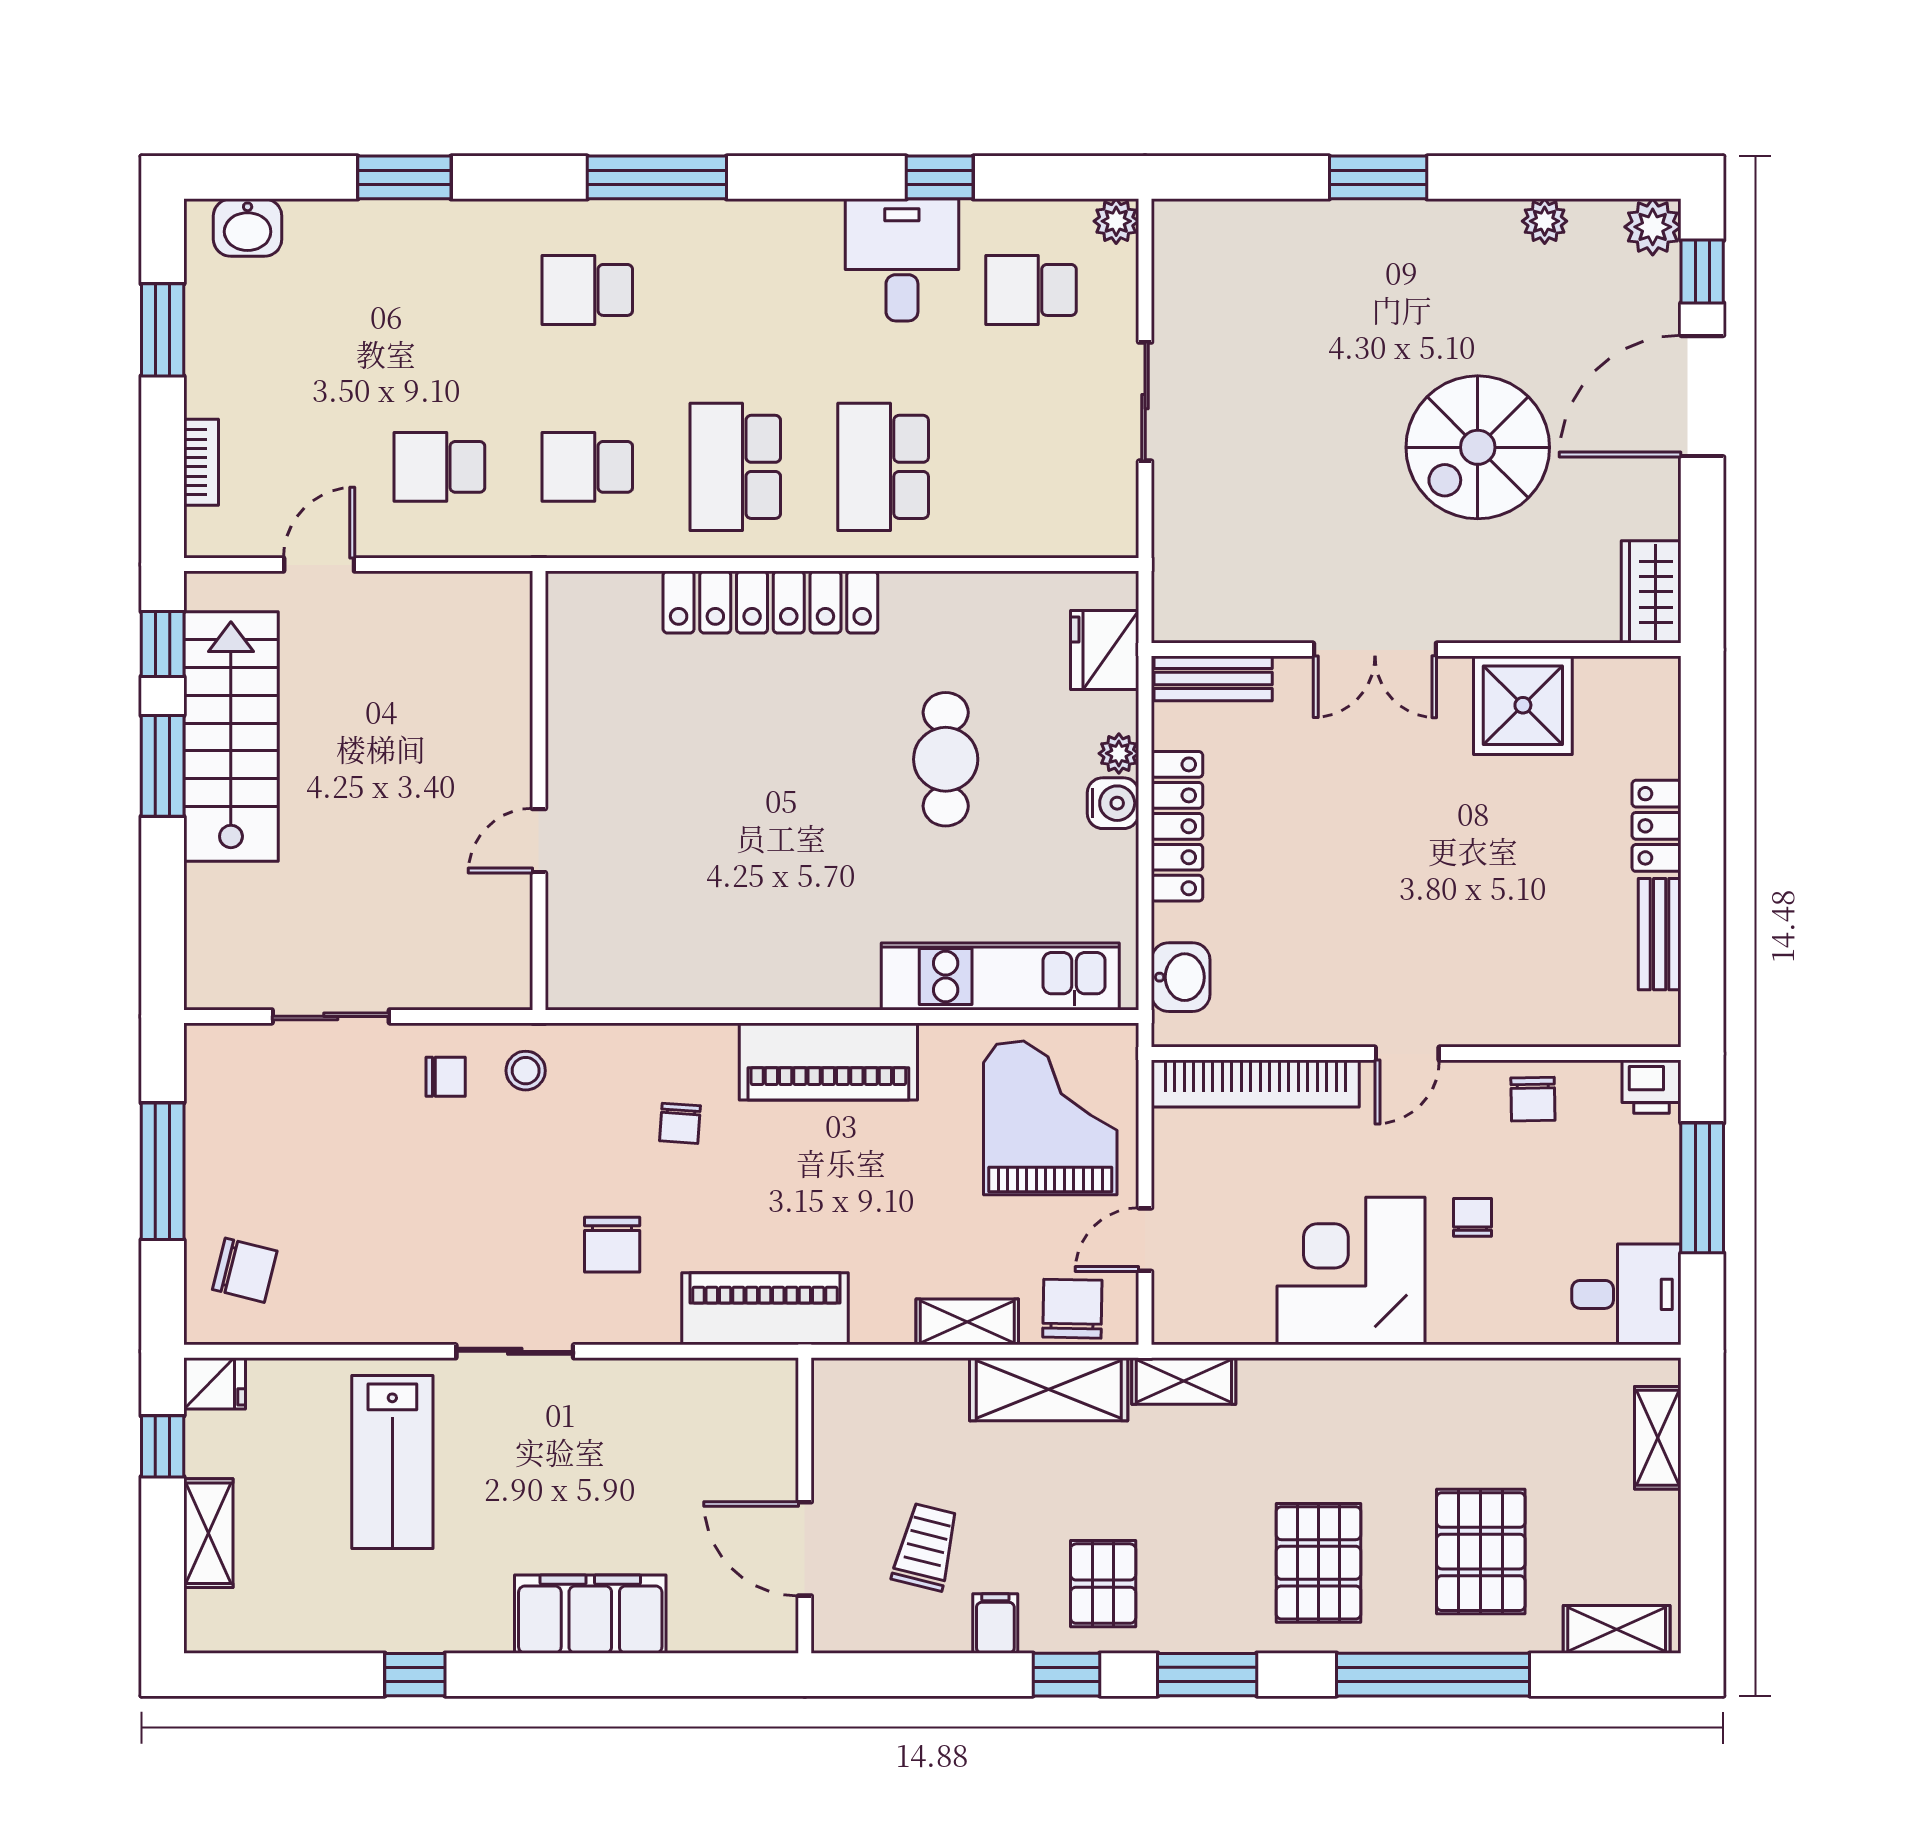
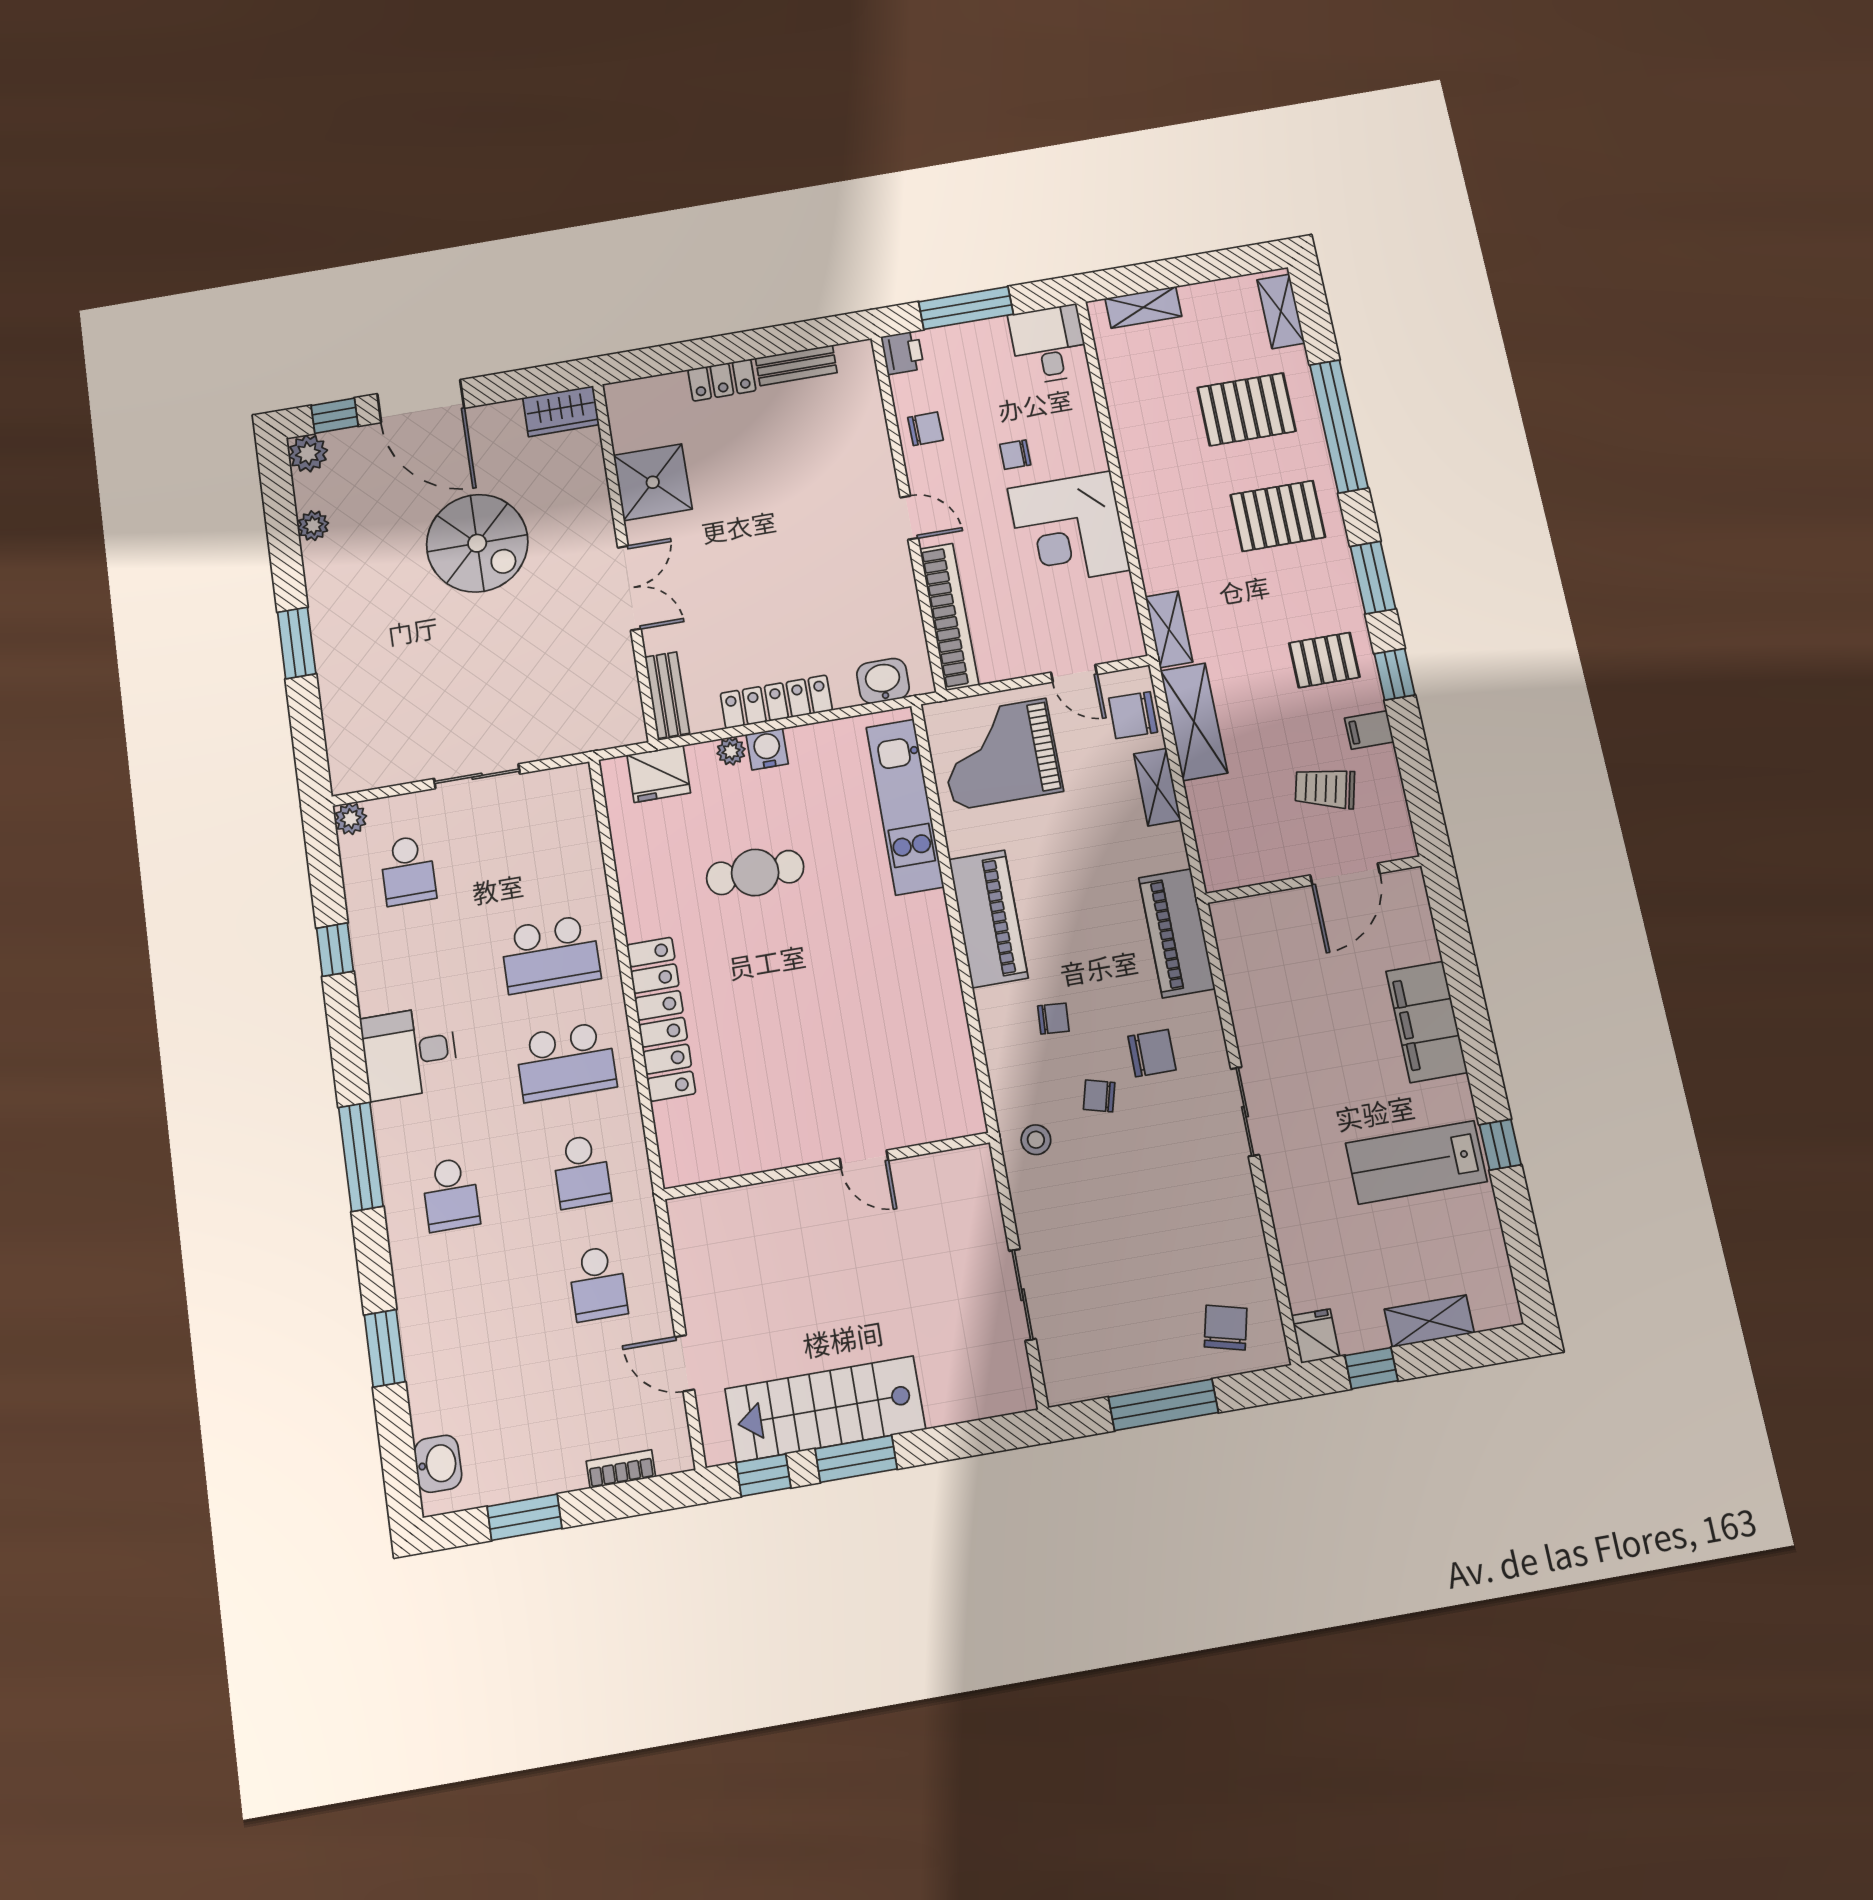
desk: (902, 260) -> (409, 1053), moved
chair: (446, 1077) -> (1099, 1096), moved, turned -75
lab bench: (392, 1462) -> (1416, 1162), moved, turned 180

